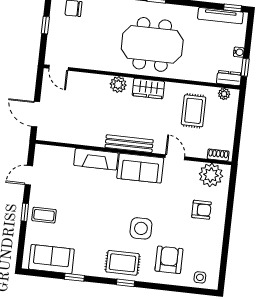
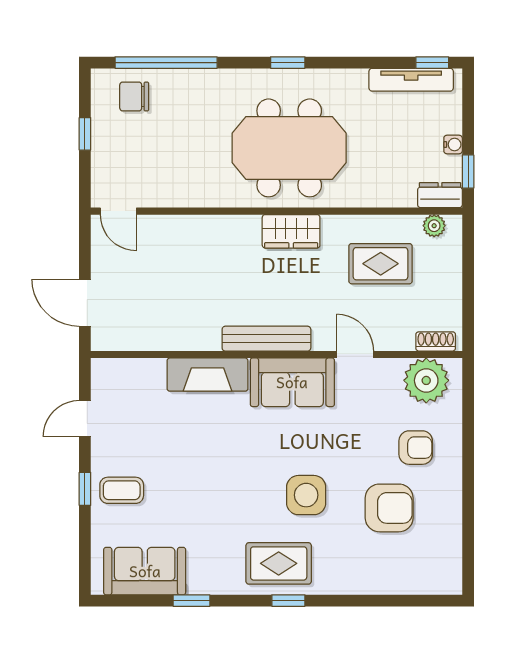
plant: (118, 85) -> (234, 230), removed
rug: (194, 111) -> (381, 264), turned 90
armchair: (169, 260) -> (389, 508), moved, turned 90
side table: (200, 277) -> (427, 575), removed

